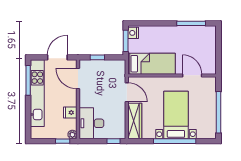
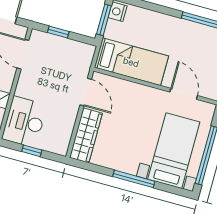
bed with nightstands: (176, 115) -> (174, 151), moved
window: (113, 141) -> (32, 151), moved
window: (175, 141) -> (134, 179), width x0.68

